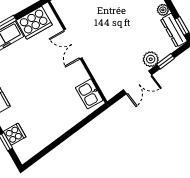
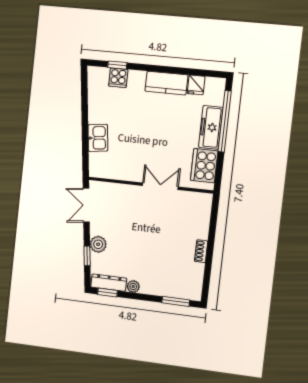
double door: (137, 82) -> (86, 205), moved
kitchen sink: (89, 94) -> (98, 138), moved, turned 83

